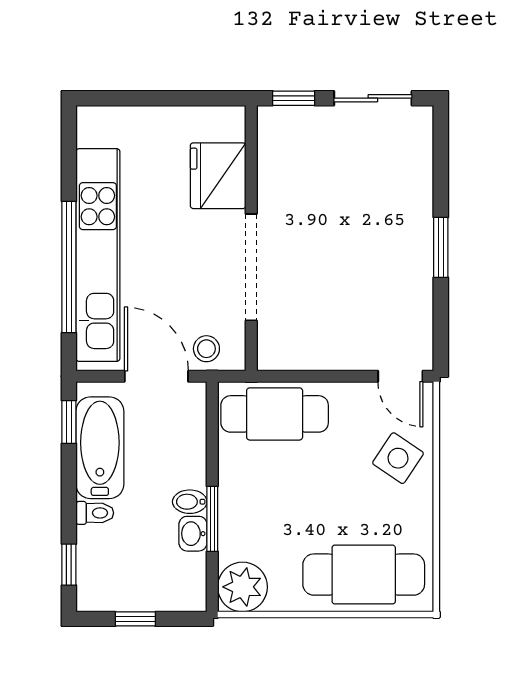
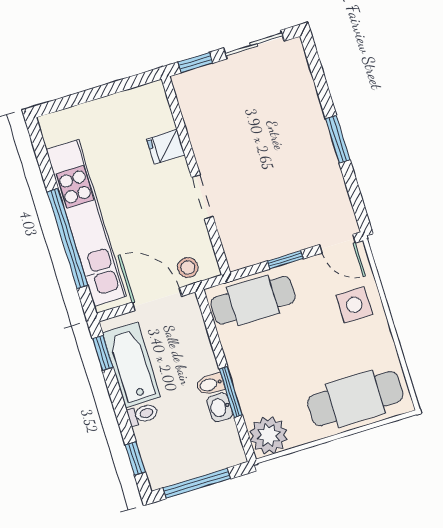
fridge: (218, 176) -> (166, 147), width x0.53, depth x0.75
doorway: (251, 267) -> (202, 197), width x0.53
window: (330, 376) -> (285, 260), added
side table: (398, 458) -> (354, 305), turned -34
window: (135, 619) -> (197, 483), width x2.17

